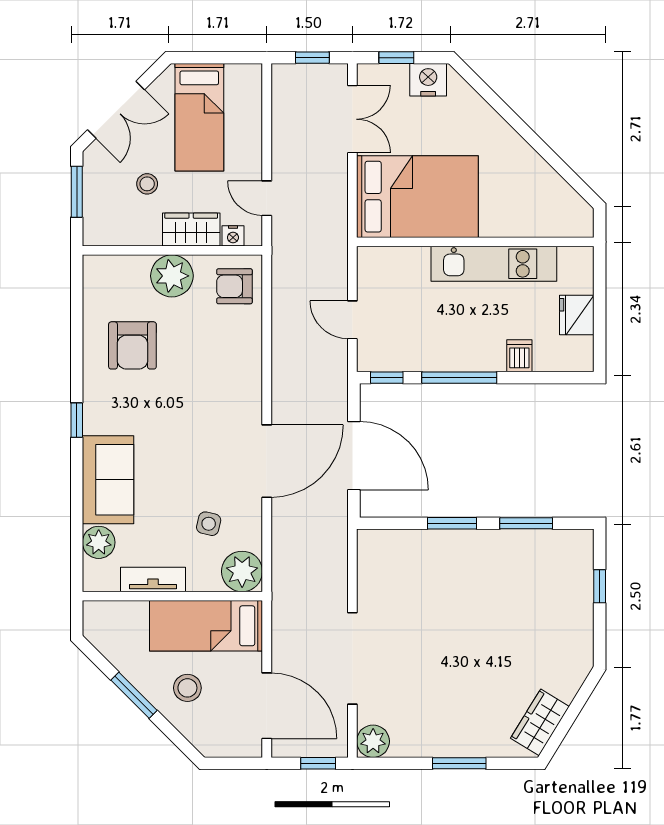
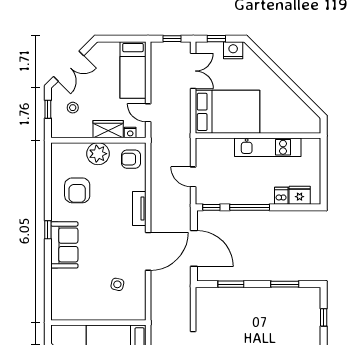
bed: (199, 117) -> (133, 70), moved
stool: (147, 184) -> (73, 108), moved
window: (77, 192) -> (48, 109), width x0.67
fridge: (577, 315) -> (300, 195), moved, turned 90
sofa: (108, 480) -> (64, 245), moved
window: (452, 523) -> (231, 284), moved
plant: (99, 542) -> (59, 294), removed
plant: (242, 571) -> (135, 310), removed
tv unit: (153, 579) -> (139, 208), moved, turned -90

